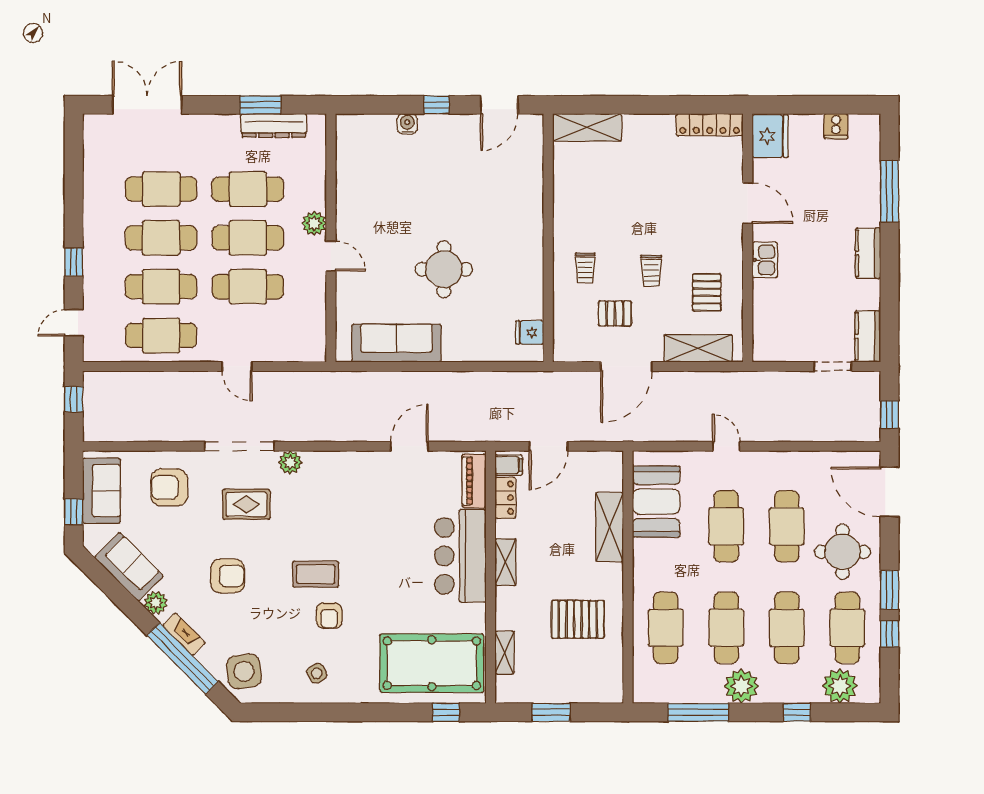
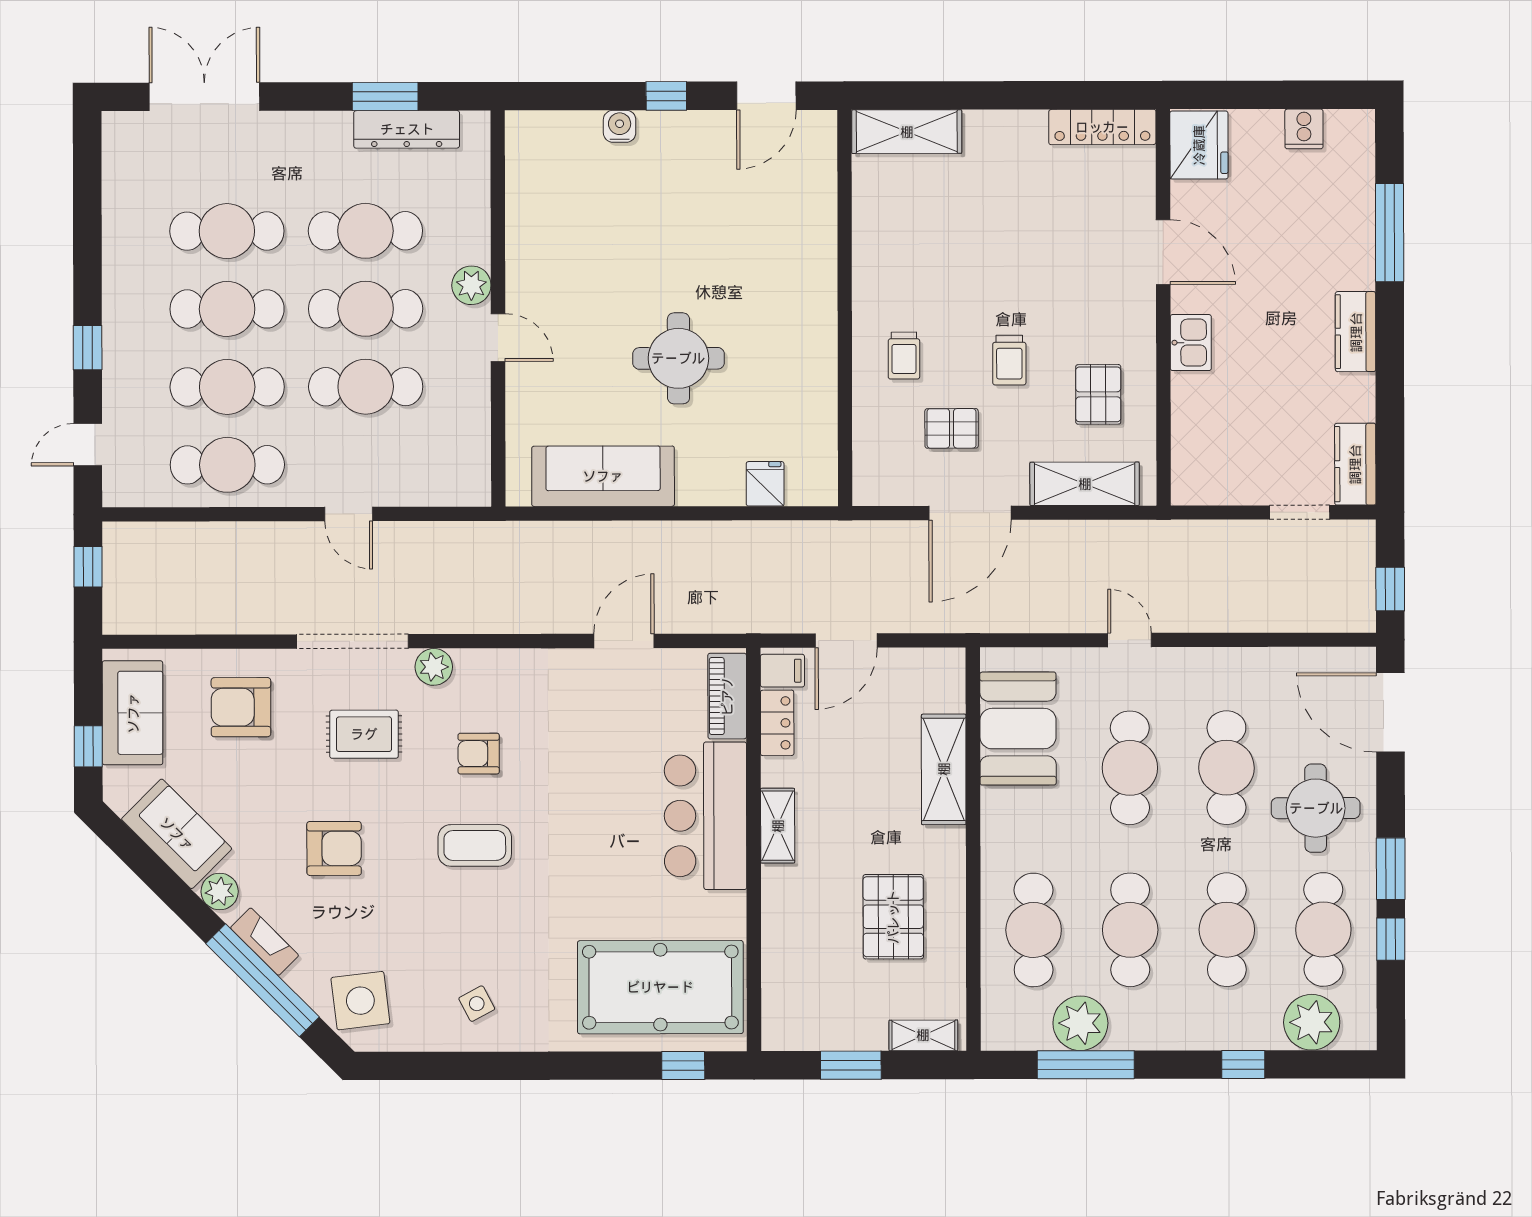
fridge: (530, 332) -> (765, 484), moved, turned 90
armchair: (329, 616) -> (479, 754), moved, turned 90
pallet: (578, 619) -> (893, 917), turned 90
shelving: (505, 653) -> (923, 1035), moved, turned 90
plant: (741, 686) -> (1080, 1023), moved

